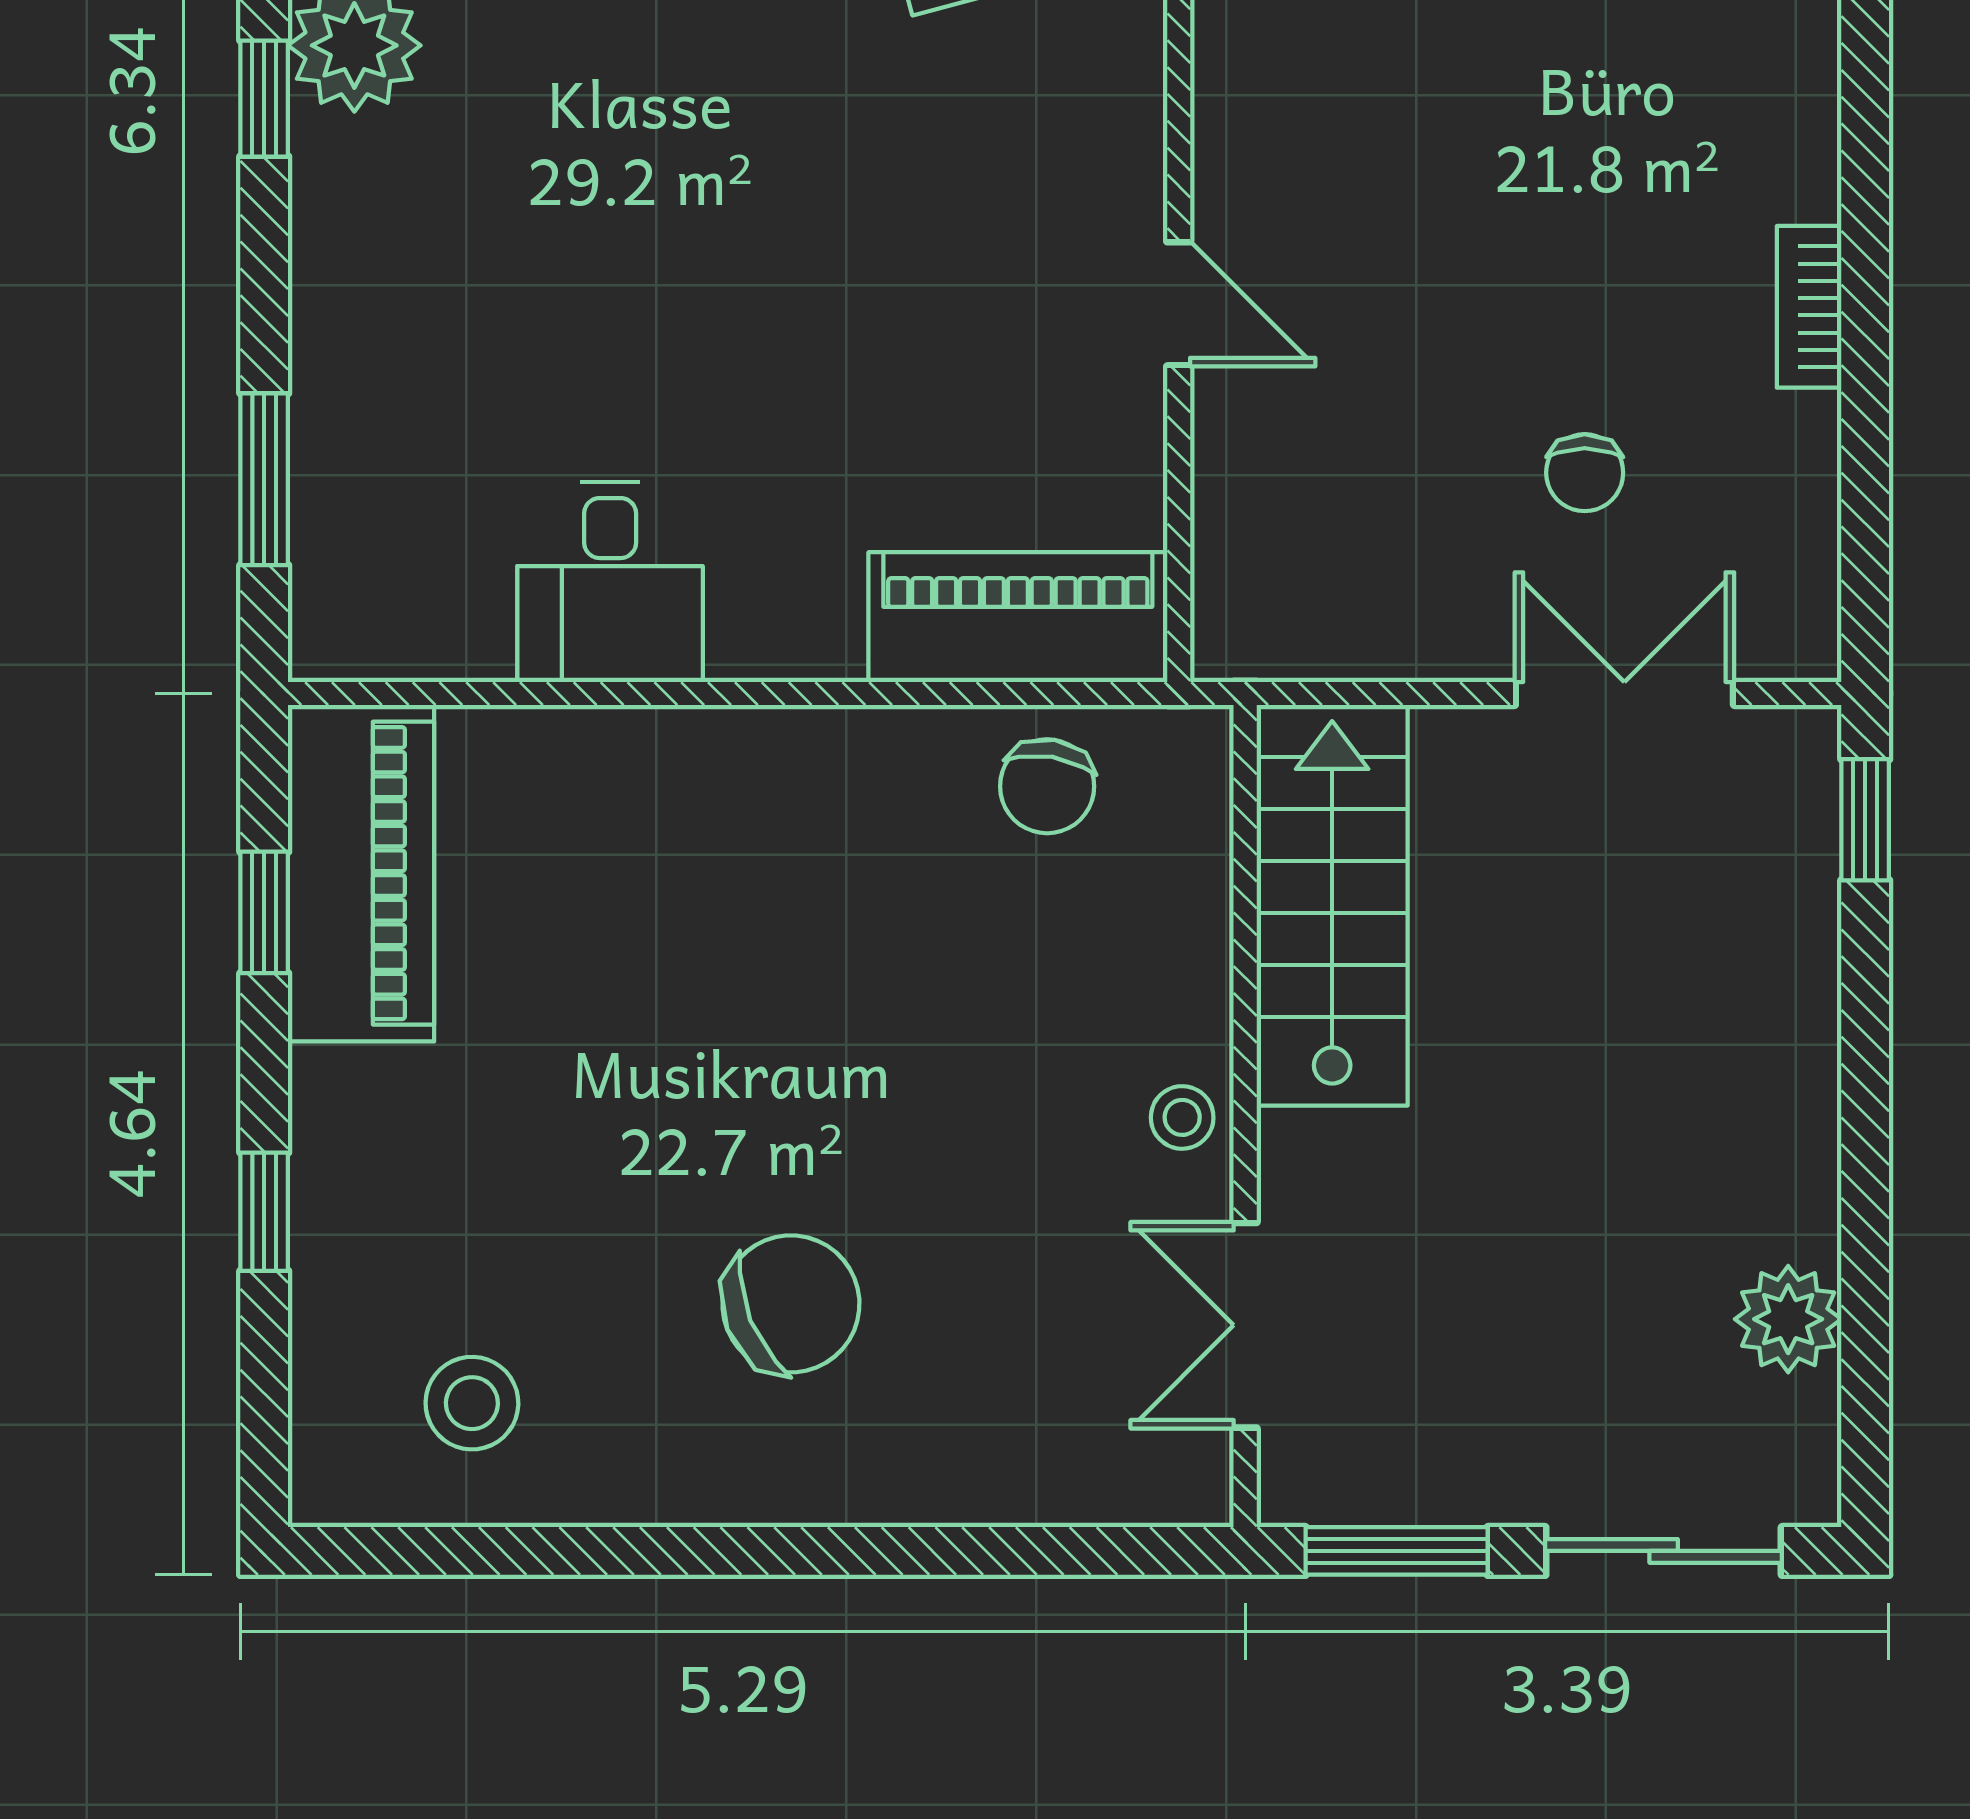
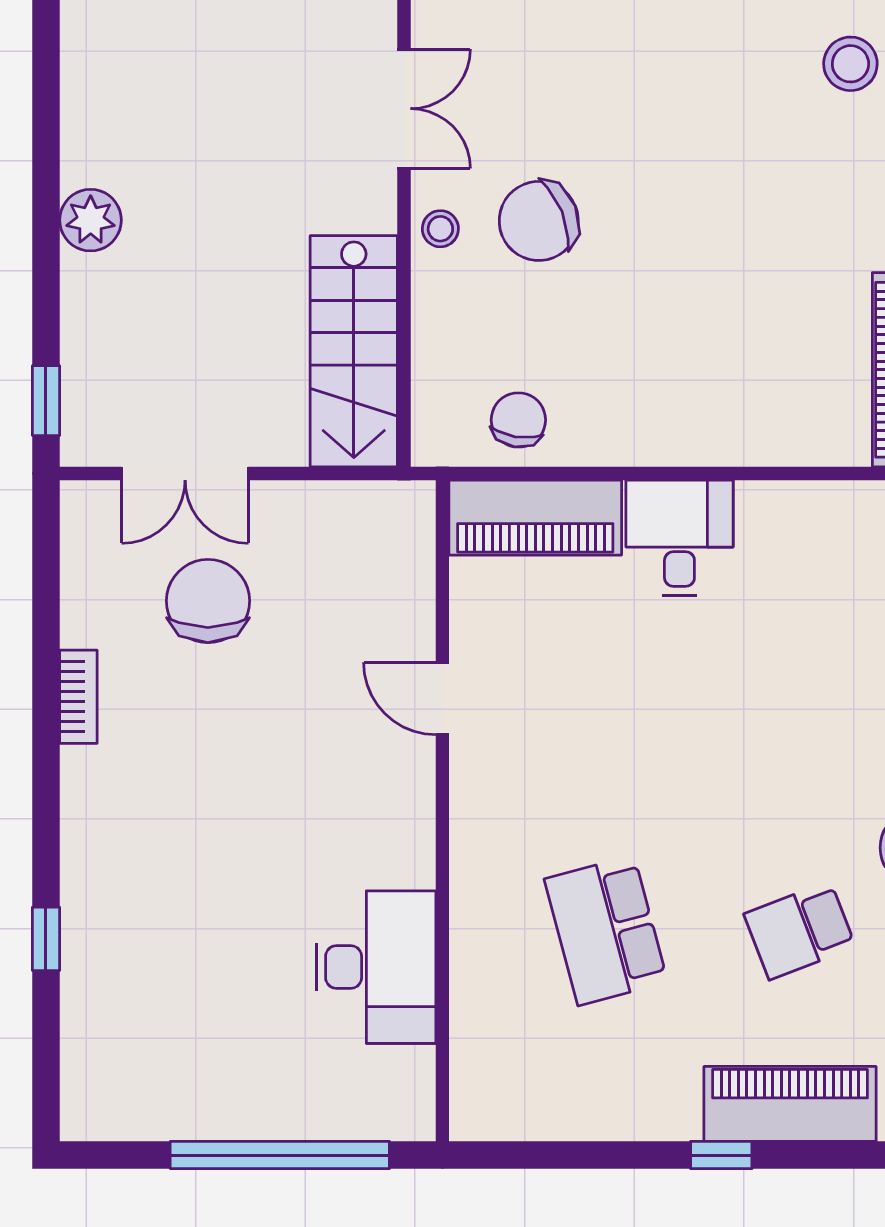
chair: (1585, 473) -> (208, 601), width x1.87, depth x1.87
desk: (610, 582) -> (679, 538), moved
chair: (791, 1304) -> (539, 221), moved
plant: (1788, 1319) -> (91, 220), moved

